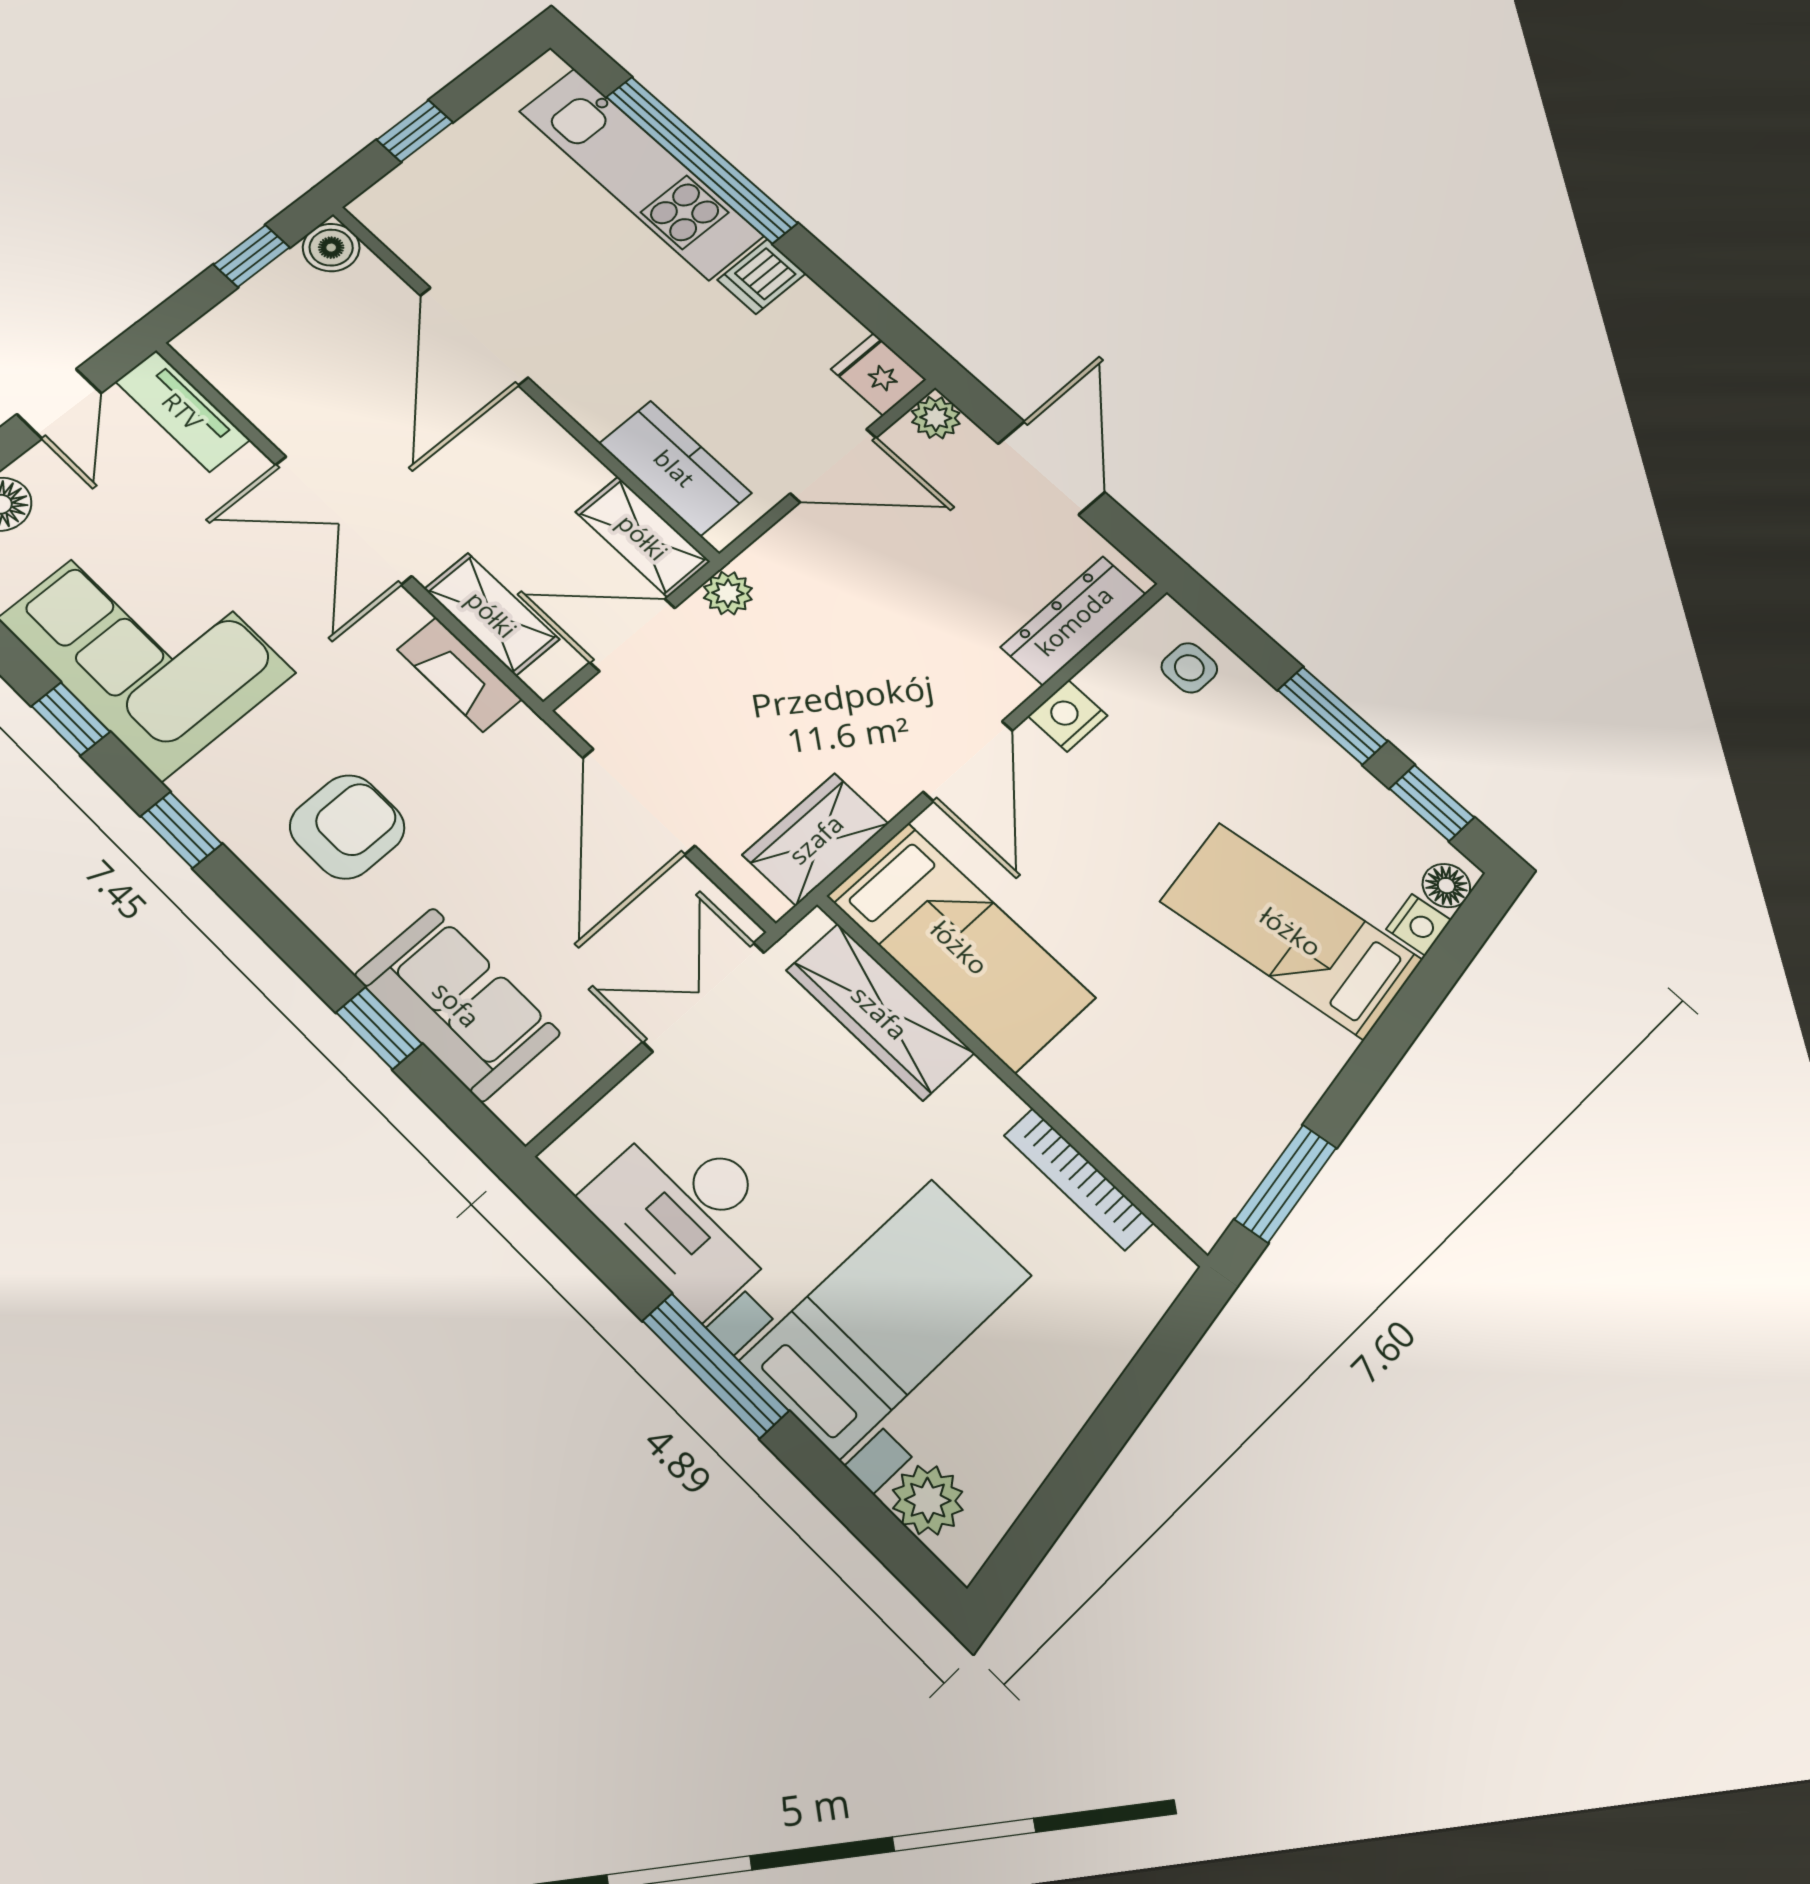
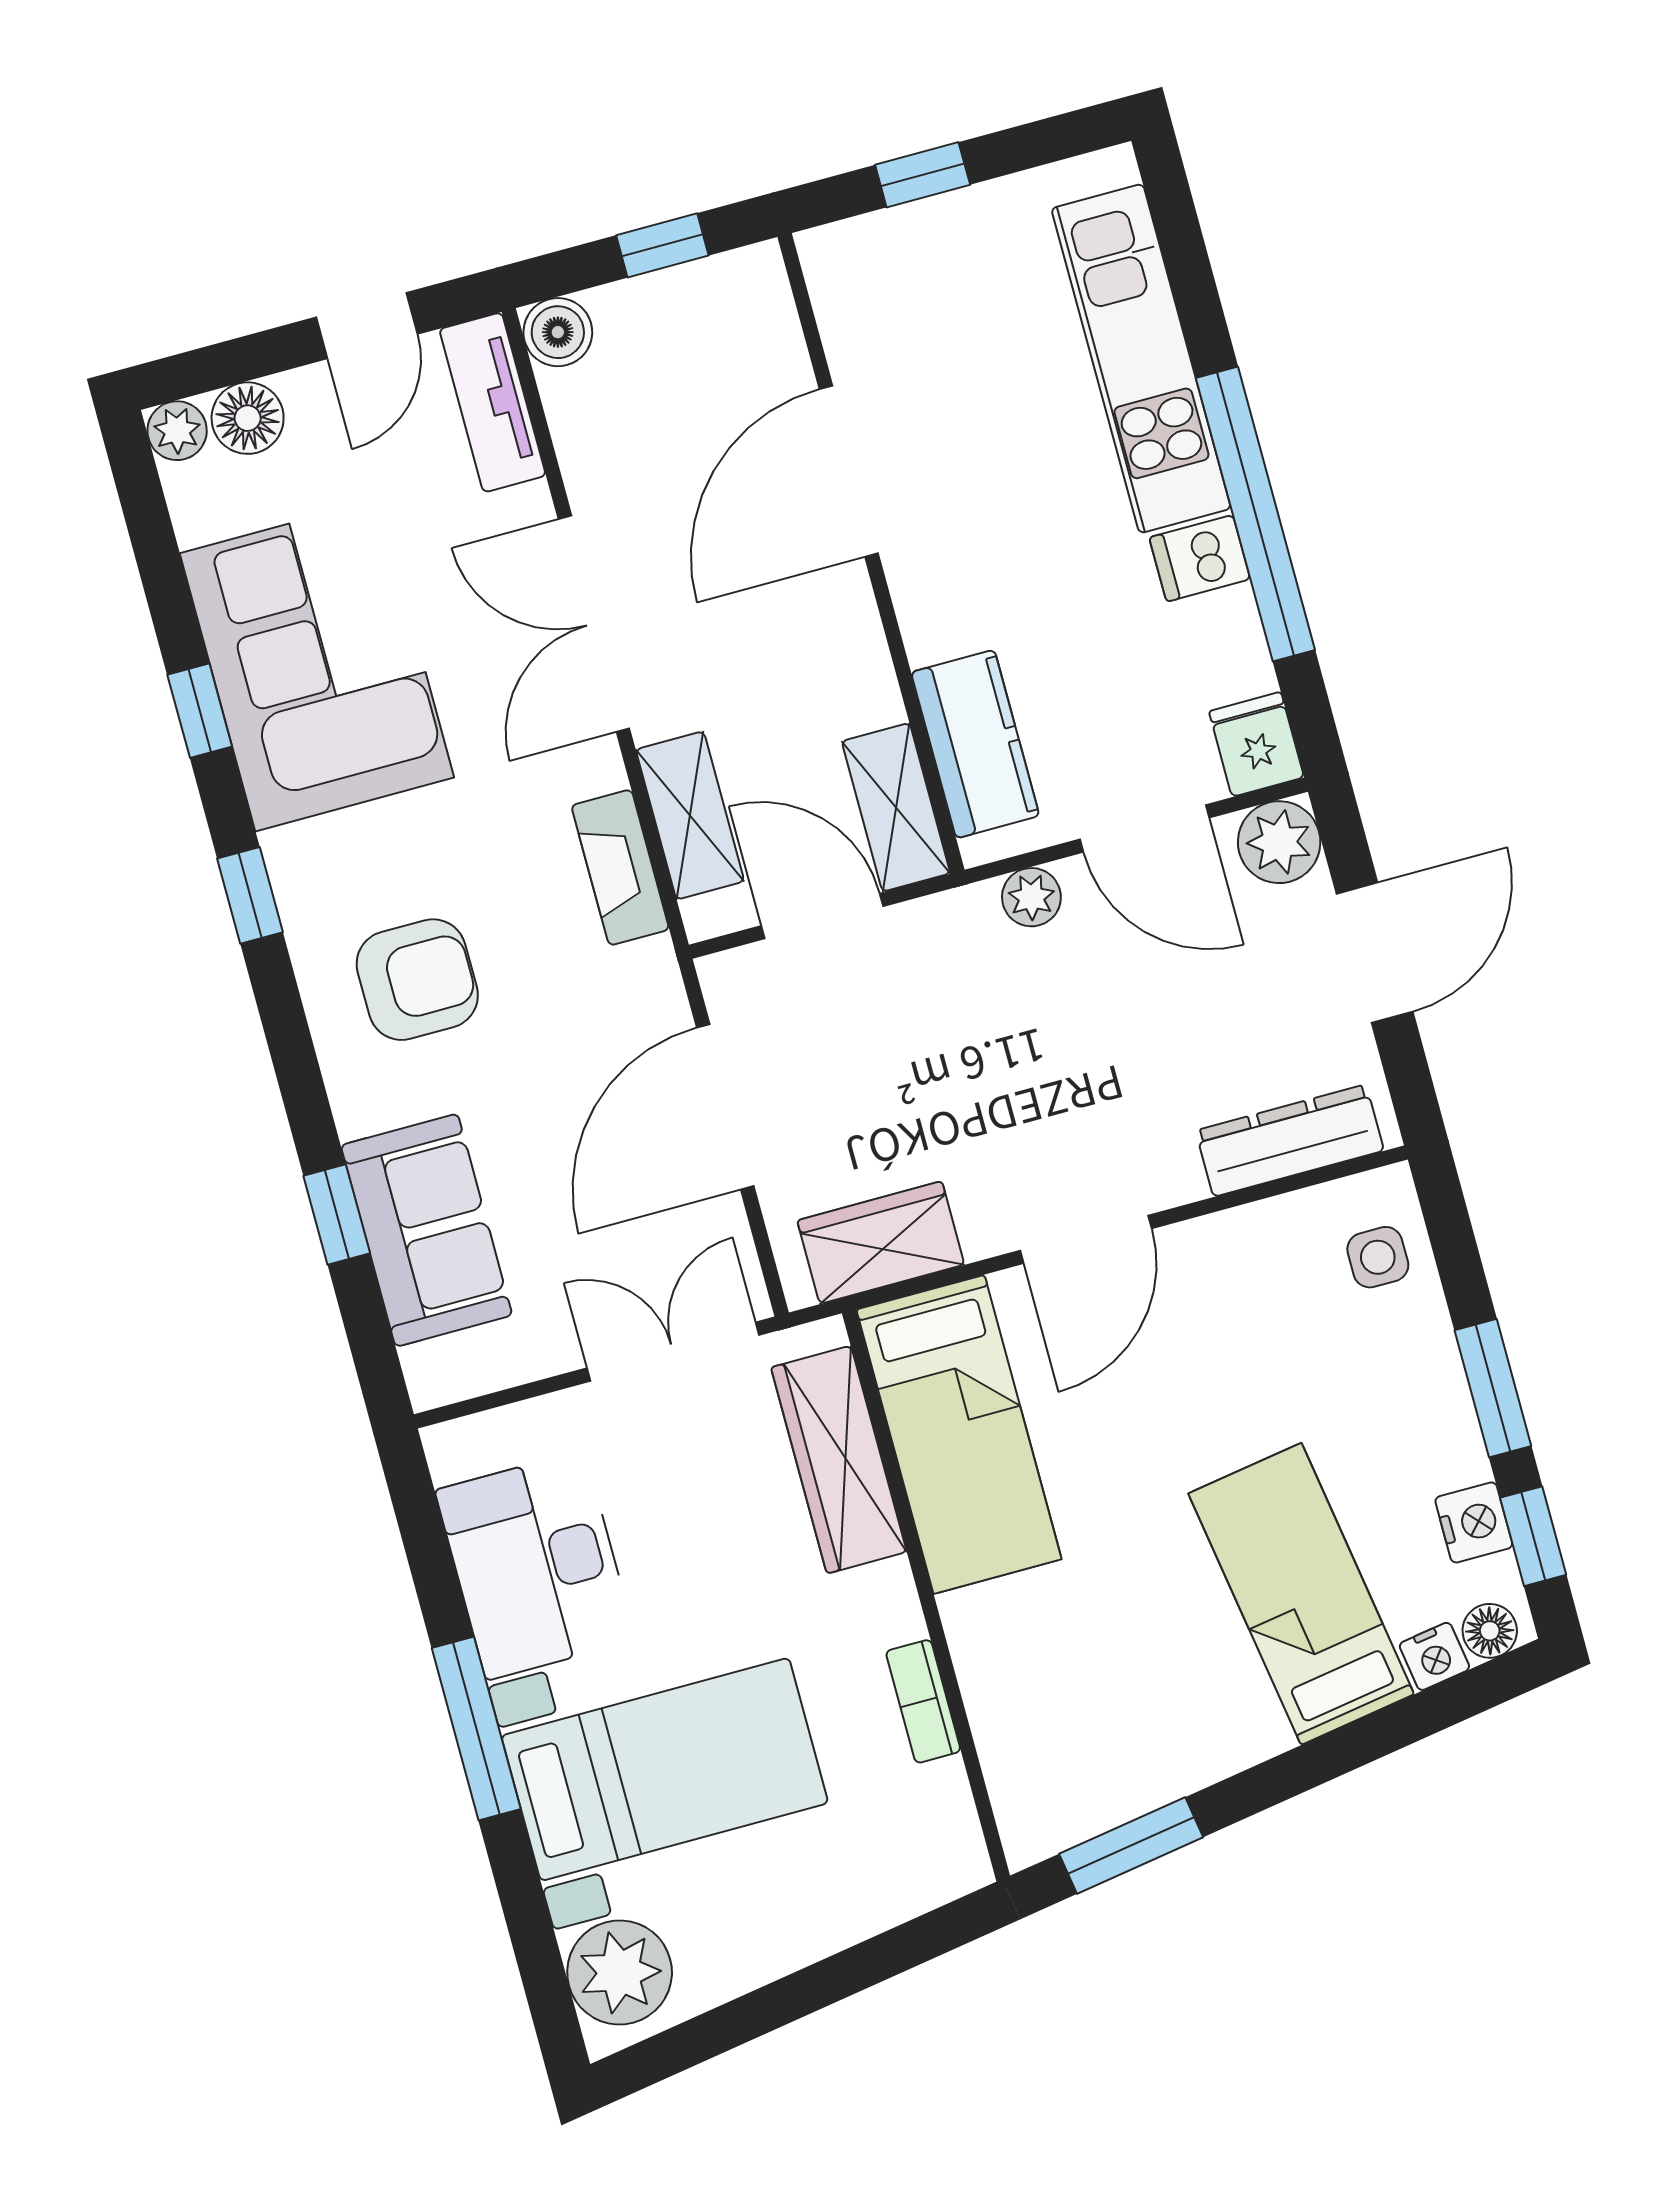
window: (701, 160) -> (1255, 514), moved
boiler: (331, 248) -> (558, 332), moved
plant: (936, 418) -> (1279, 842), width x1.38, depth x1.38
plant: (728, 593) -> (1031, 897), moved
nightstand: (1068, 716) -> (1474, 1522), moved, turned 90
bookcase: (1079, 1179) -> (923, 1701), width x0.64
plant: (928, 1500) -> (620, 1972), width x1.36, depth x1.36

